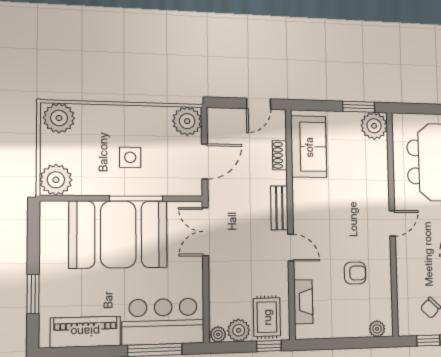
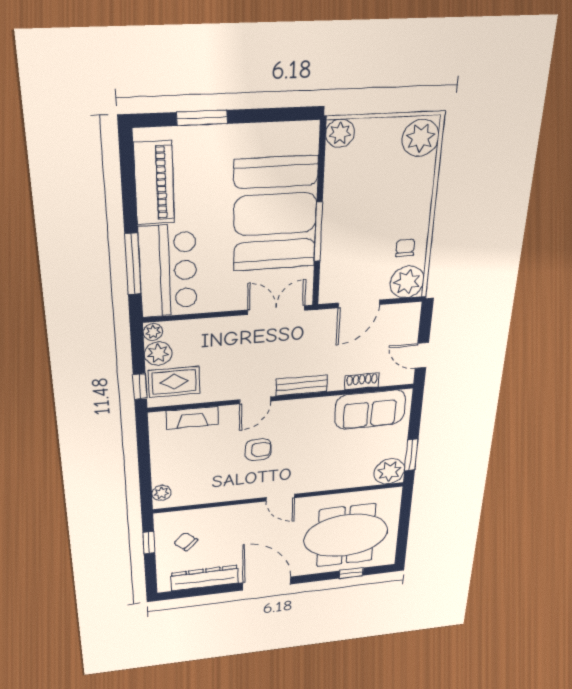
chair: (155, 125) -> (405, 248), added
side table: (130, 157) -> (368, 222), removed
door: (205, 161) -> (359, 304), hinge flipped
plant: (56, 180) -> (340, 133), width x0.73, depth x0.73
armchair: (355, 273) -> (258, 450), moved, turned -90

